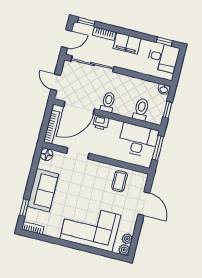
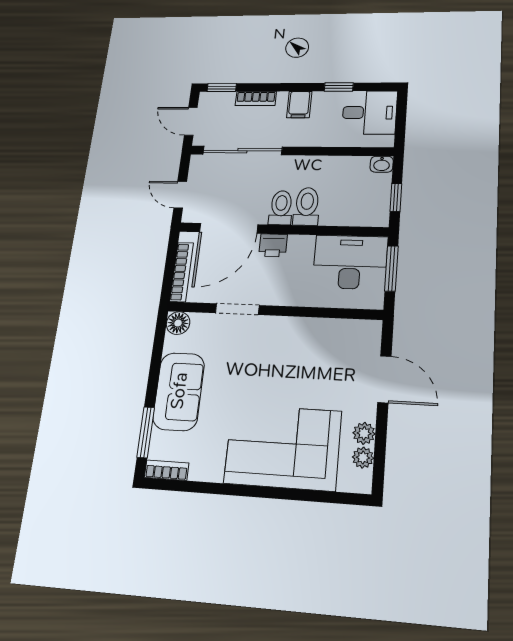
door: (67, 39) -> (191, 121), swing flipped
window: (164, 41) -> (339, 87), moved
filing cabinet: (127, 43) -> (299, 105), width x0.50
toilet: (141, 109) -> (307, 206), moved
coffee table: (119, 181) -> (327, 345), removed
window: (24, 208) -> (146, 432), width x1.50
plant: (124, 250) -> (364, 433), moved

